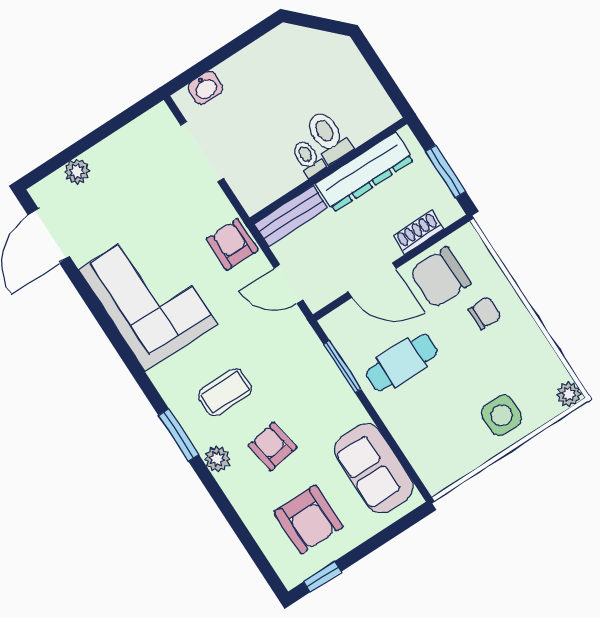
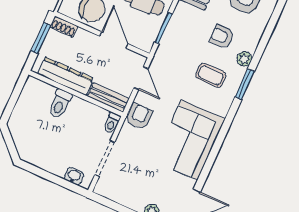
toilet: (308, 158) -> (112, 123), moved
shoe rack: (418, 232) -> (64, 27), moved
armchair: (232, 244) -> (139, 116), turned 180
armchair: (273, 446) -> (222, 37), turned 99

